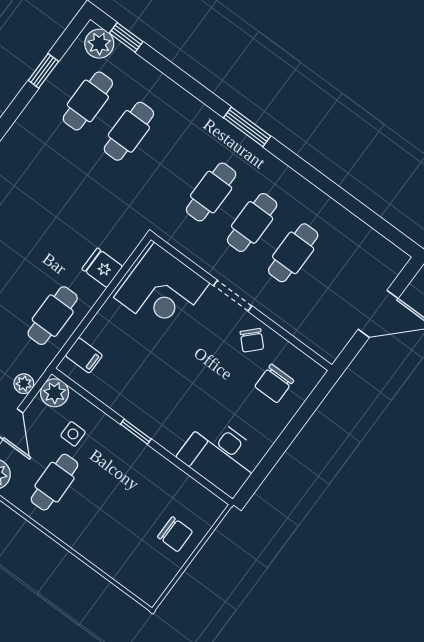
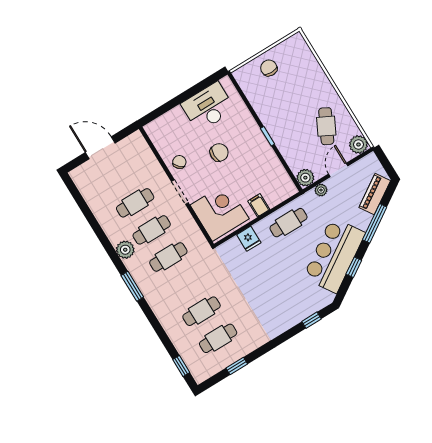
plant: (99, 44) -> (125, 250), moved
filing cabinet: (84, 355) -> (259, 205), moved
chair: (274, 384) -> (219, 153), moved
side table: (73, 434) -> (304, 150), removed
desk: (221, 456) -> (208, 107), moved, turned -90
cafe table: (54, 482) -> (326, 126), turned -62

